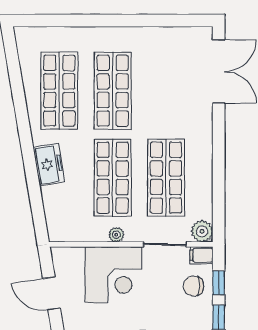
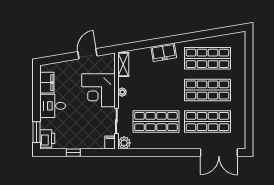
shop shelf: (113, 178) -> (207, 122), moved
shelving: (70, 233) -> (123, 64), added
window: (219, 283) -> (94, 153), removed
chair: (194, 286) -> (92, 138), removed

